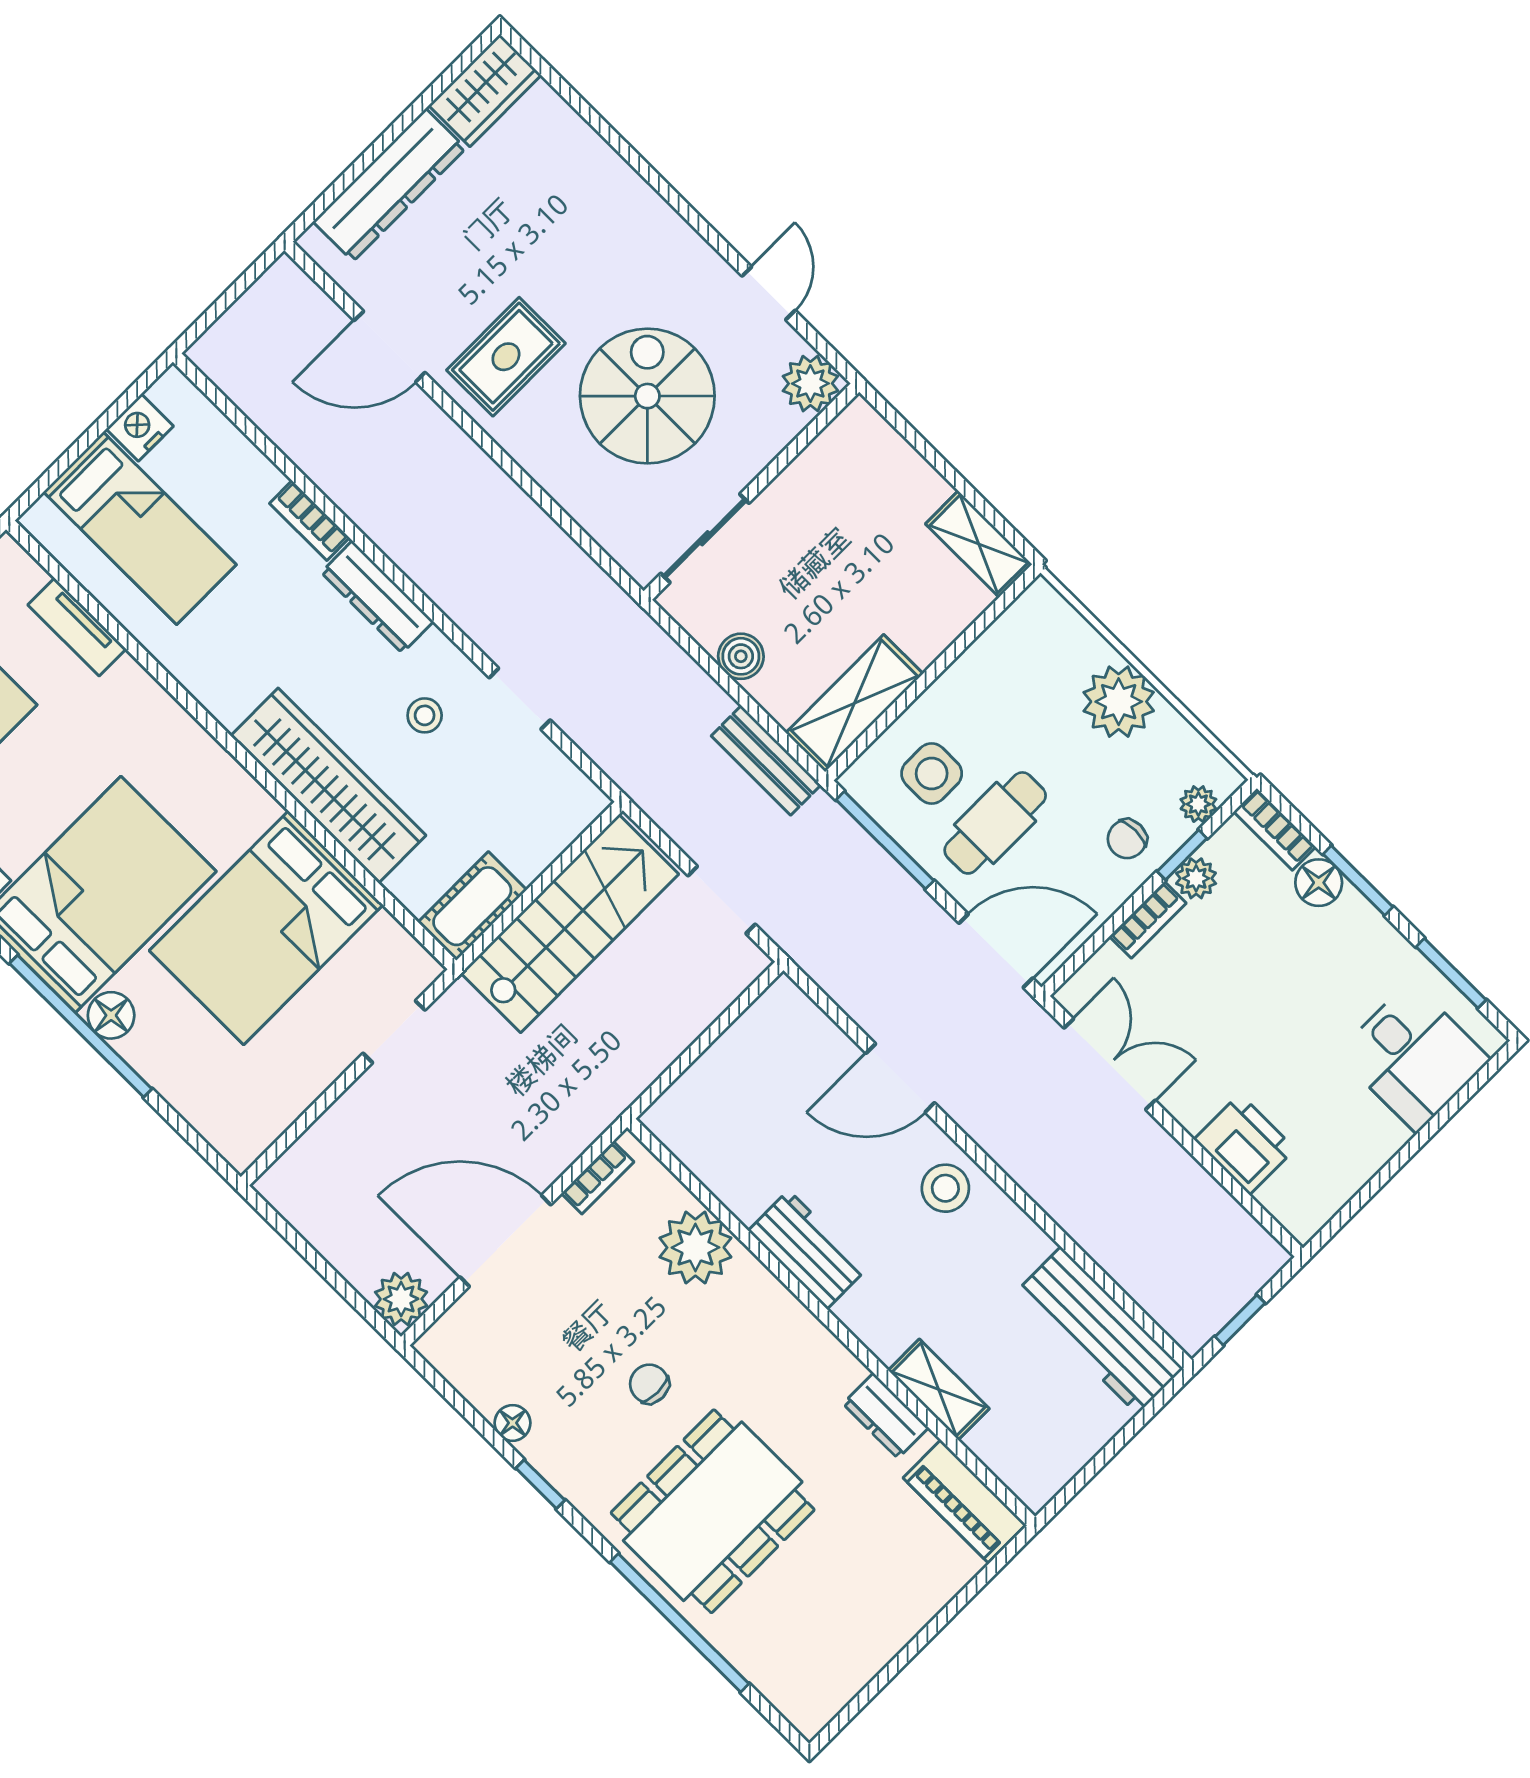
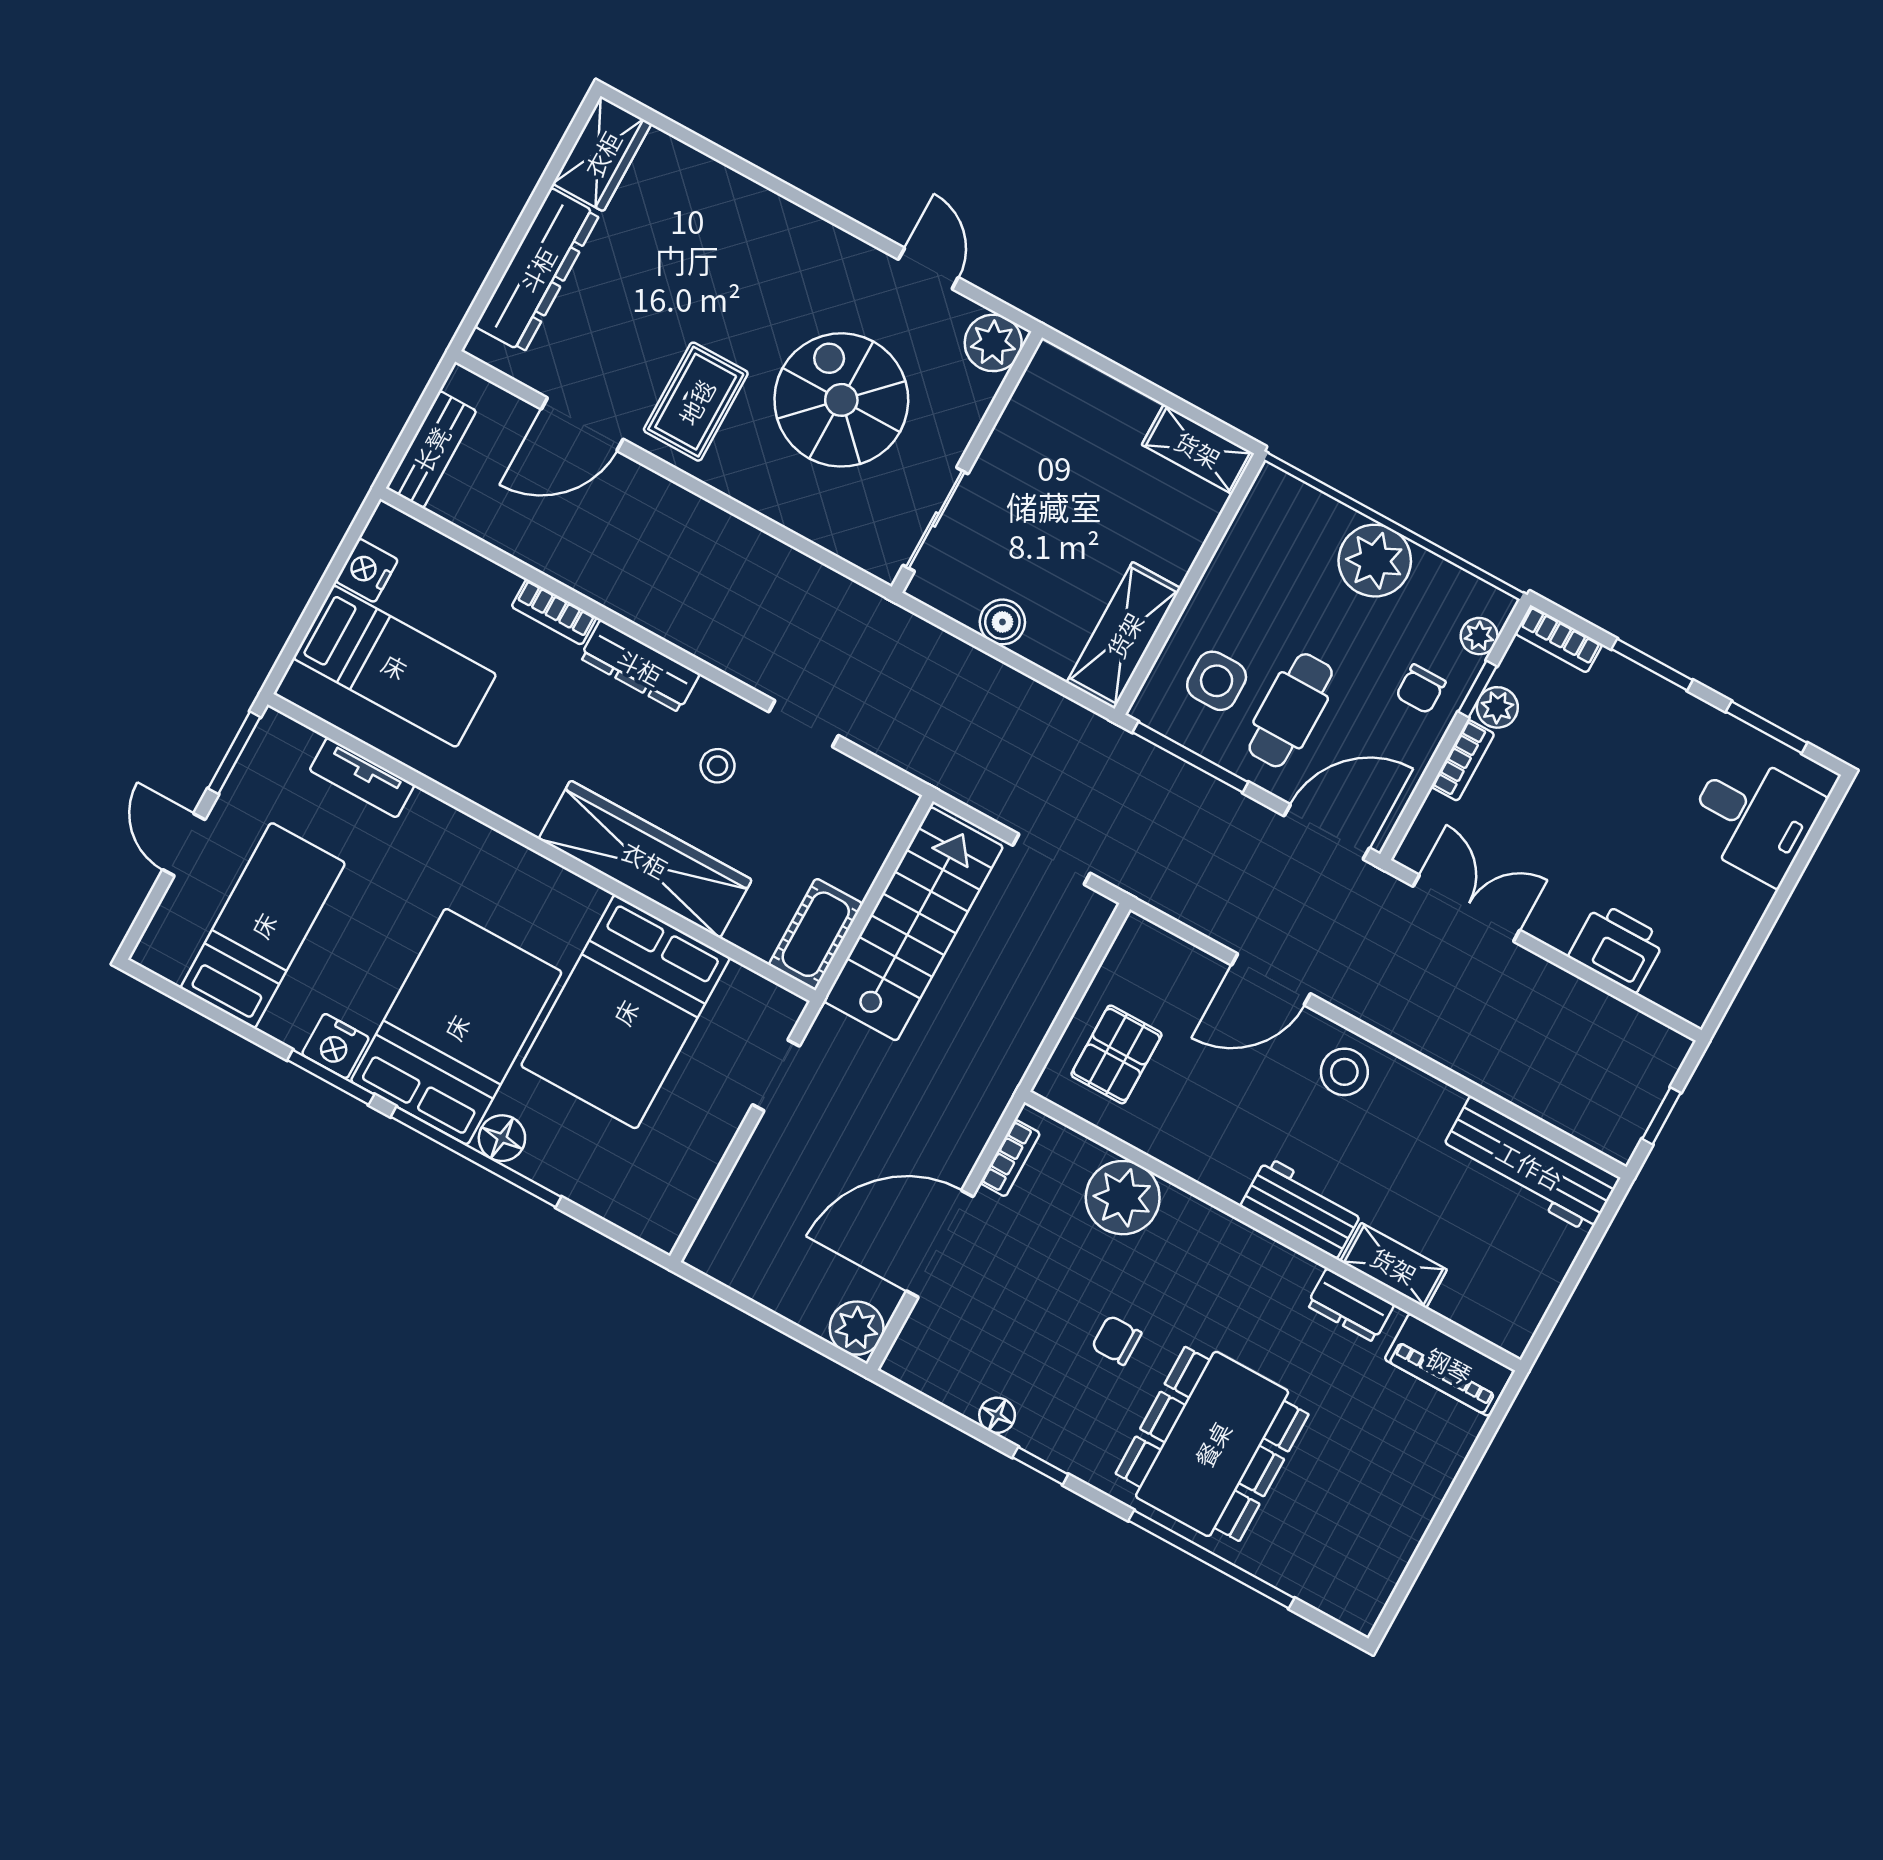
bench: (766, 760) -> (431, 449), moved, turned 90
floor lamp: (1319, 883) -> (1615, 678), removed
pallet: (730, 1107) -> (1116, 1054), added
workbench: (808, 1250) -> (1302, 1208), moved

